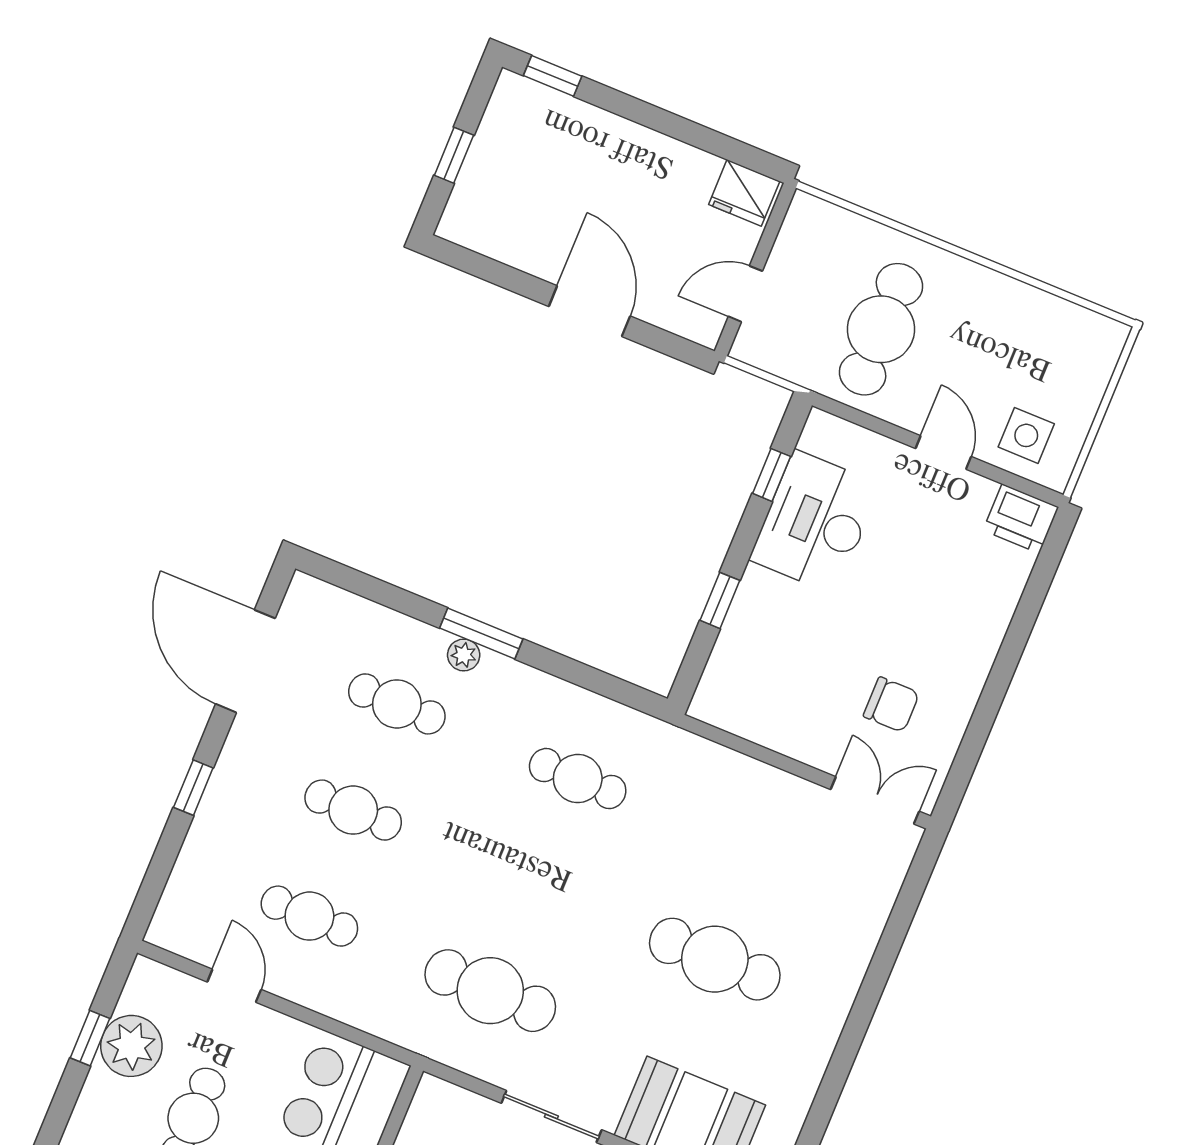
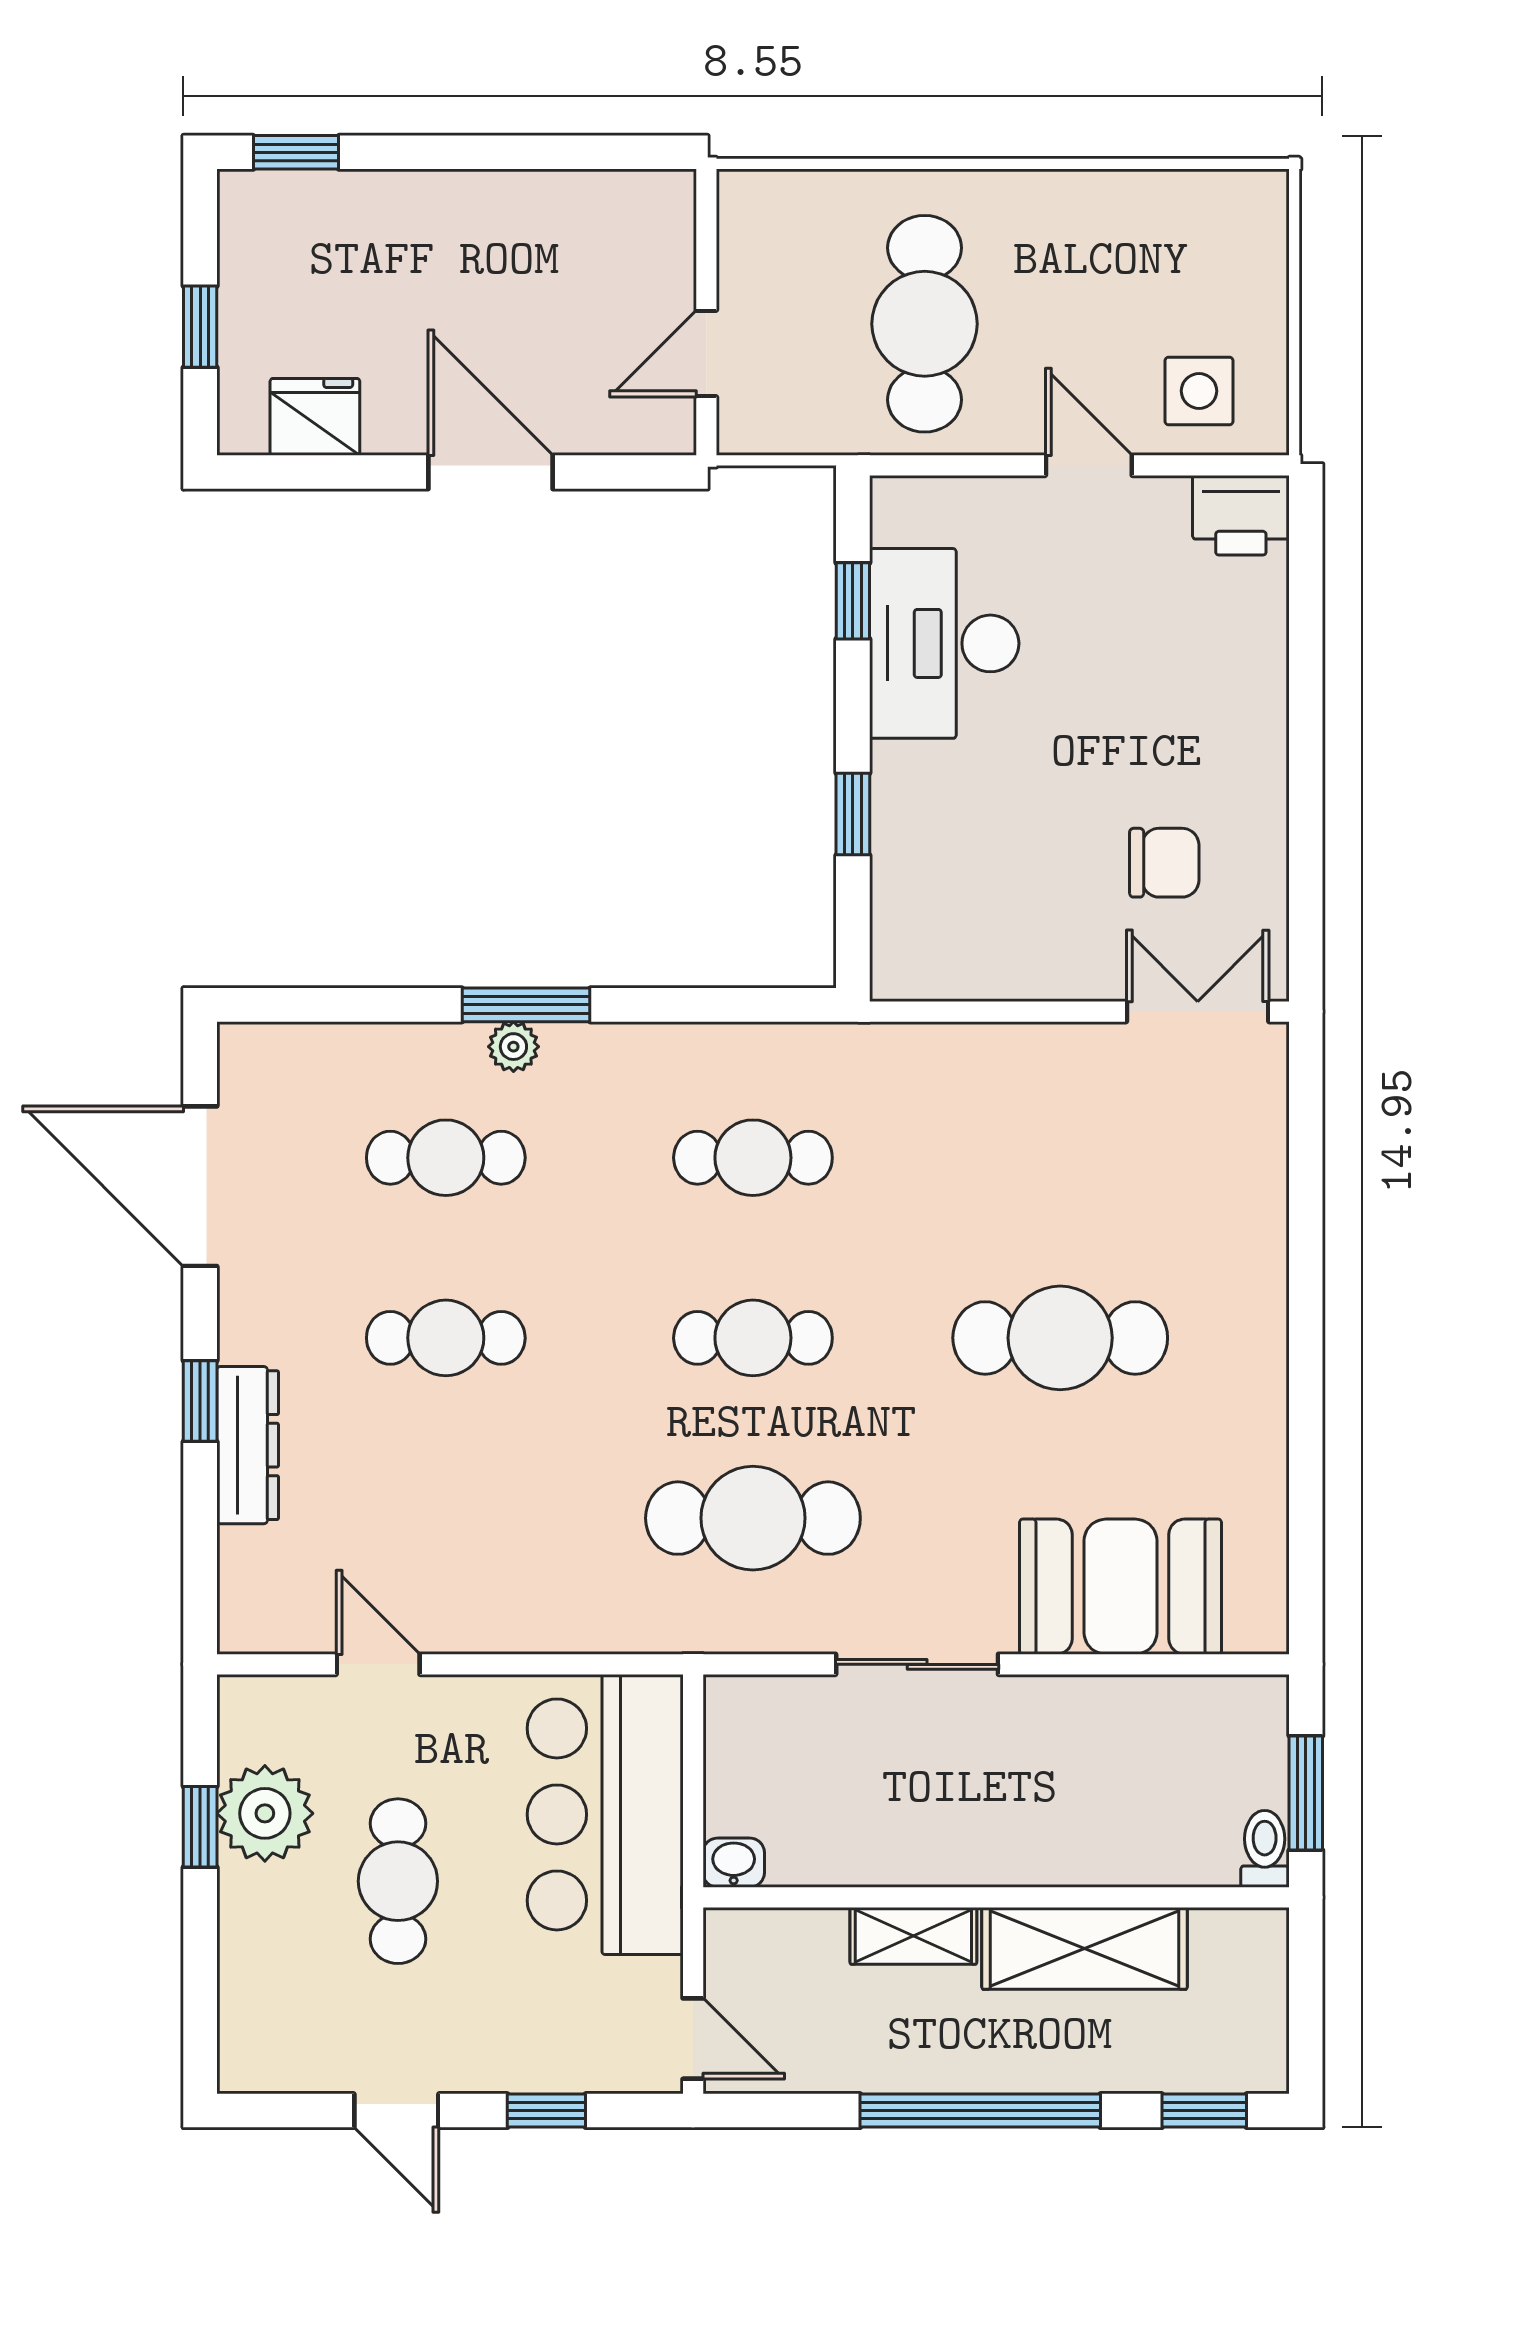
fridge: (744, 193) -> (315, 417), moved, turned 180
dresser: (210, 825) -> (248, 1445), added
cafe table: (309, 916) -> (753, 1338), moved

